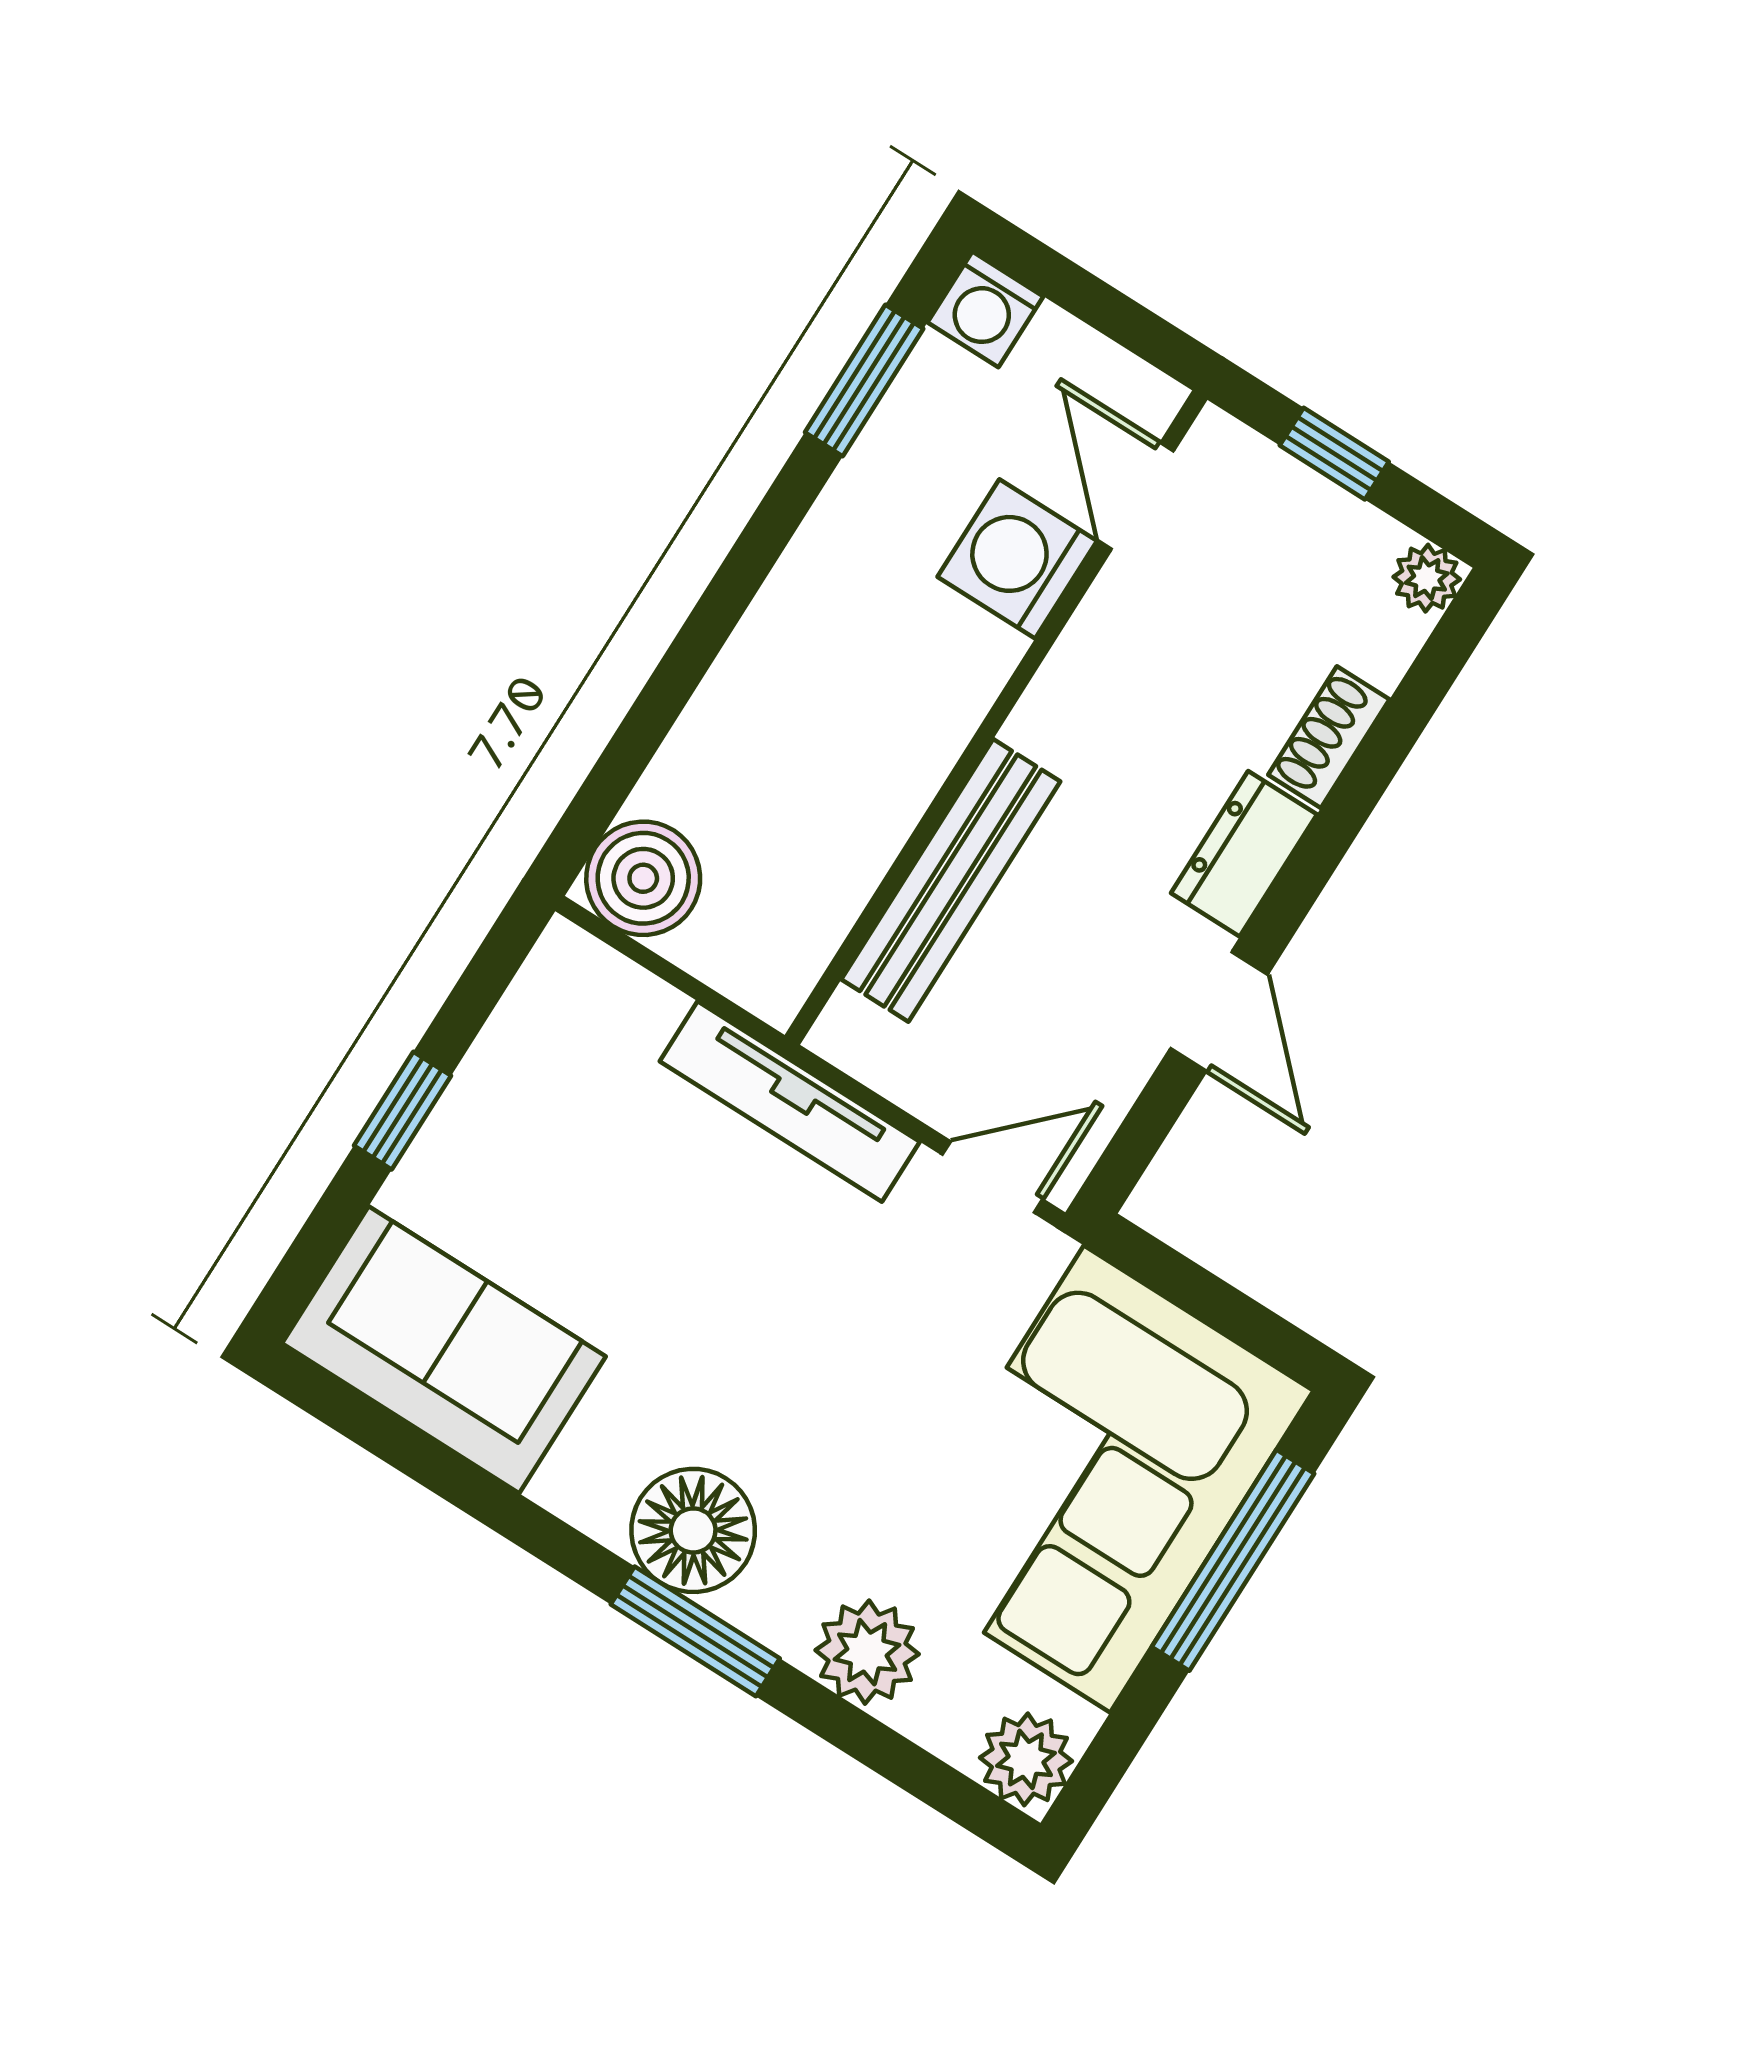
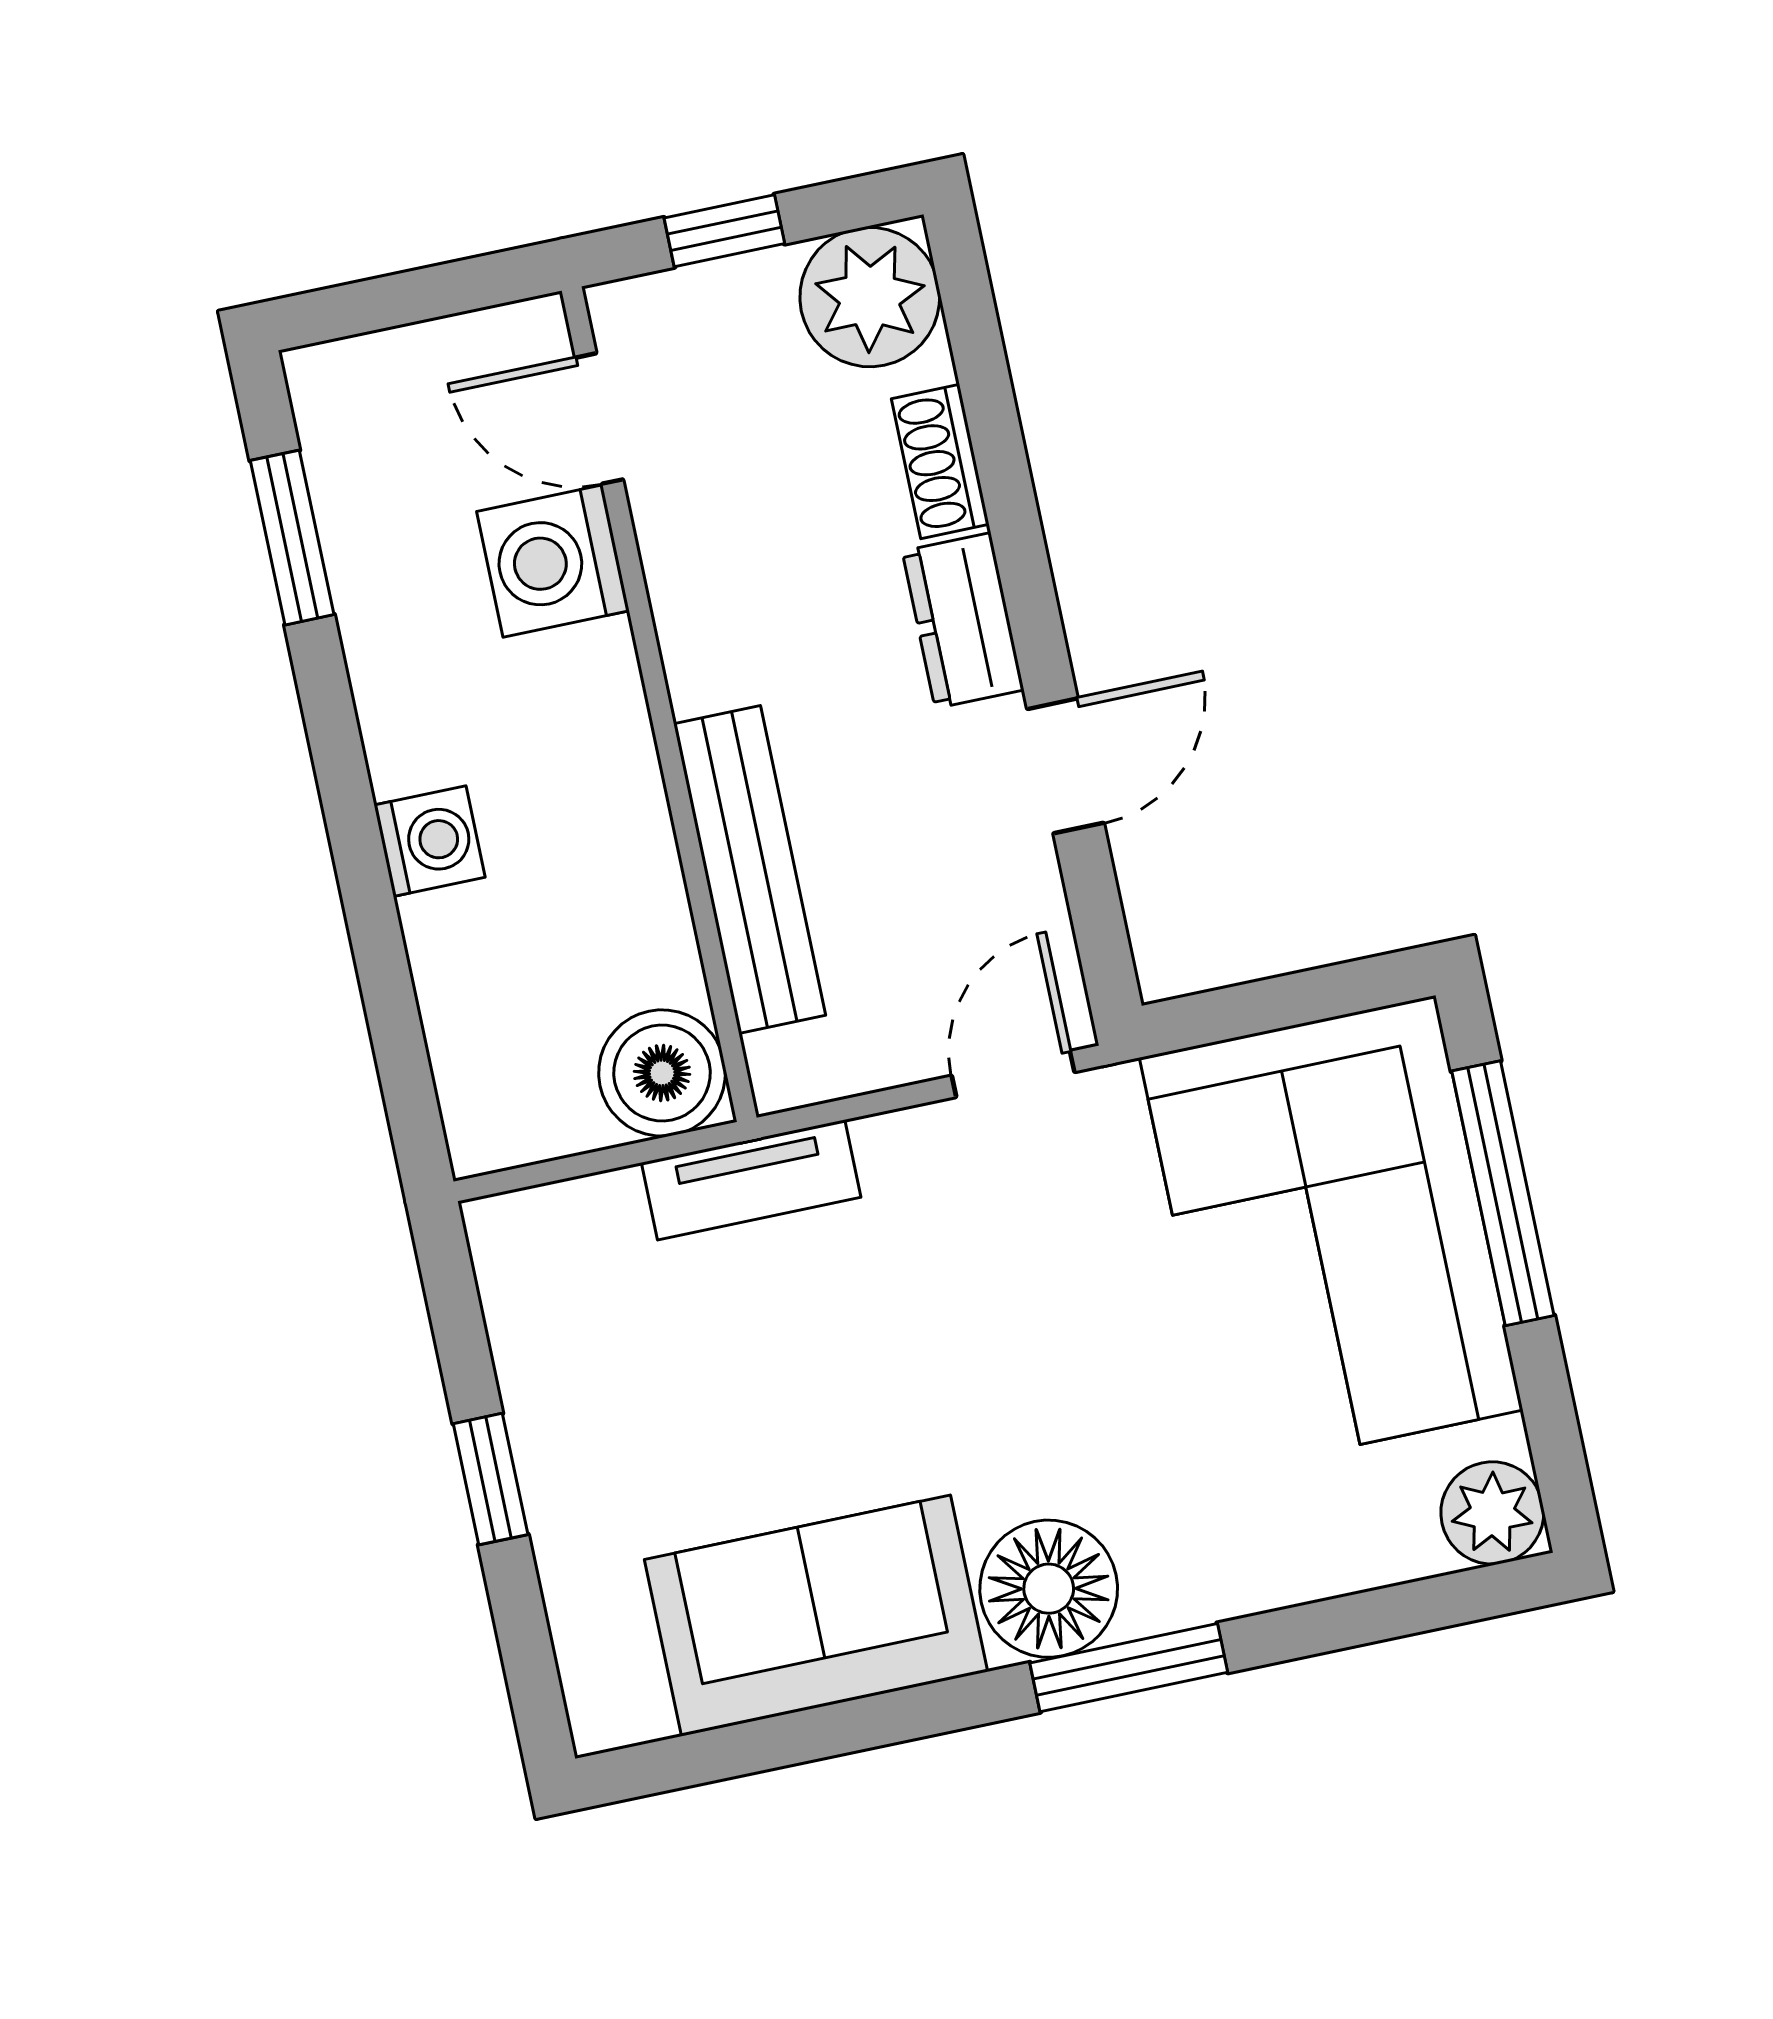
washing machine: (985, 309) -> (430, 841), moved, turned -90
plant: (1427, 578) -> (870, 297), width x1.88, depth x1.88
boiler: (643, 878) -> (662, 1073), moved
door: (1219, 1011) -> (1065, 766), hinge flipped
tv unit: (790, 1102) -> (751, 1180), width x0.71
sofa: (444, 1350) -> (816, 1616), moved
plant: (867, 1652) -> (1282, 1551), removed

